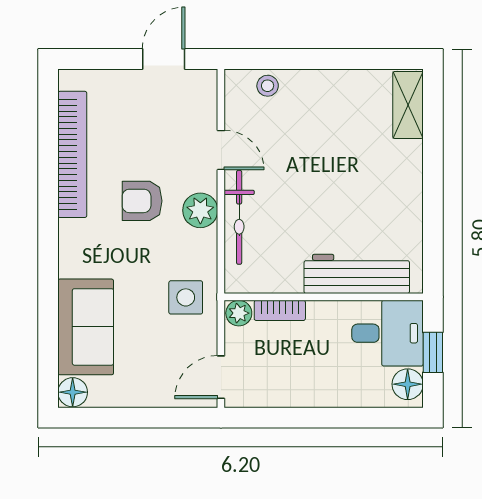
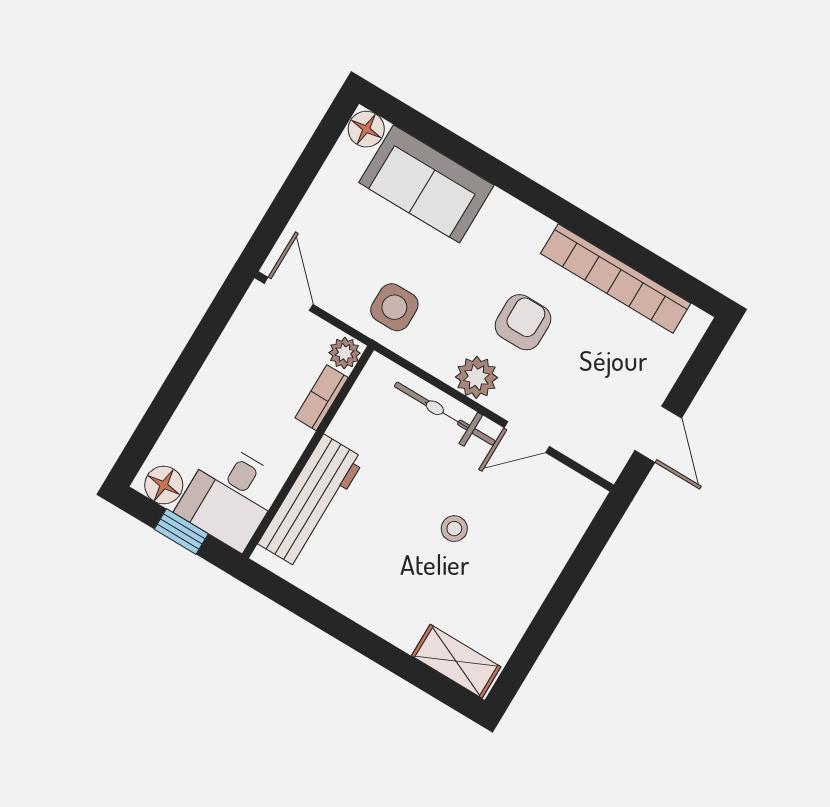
stool: (268, 86) -> (454, 529), moved

